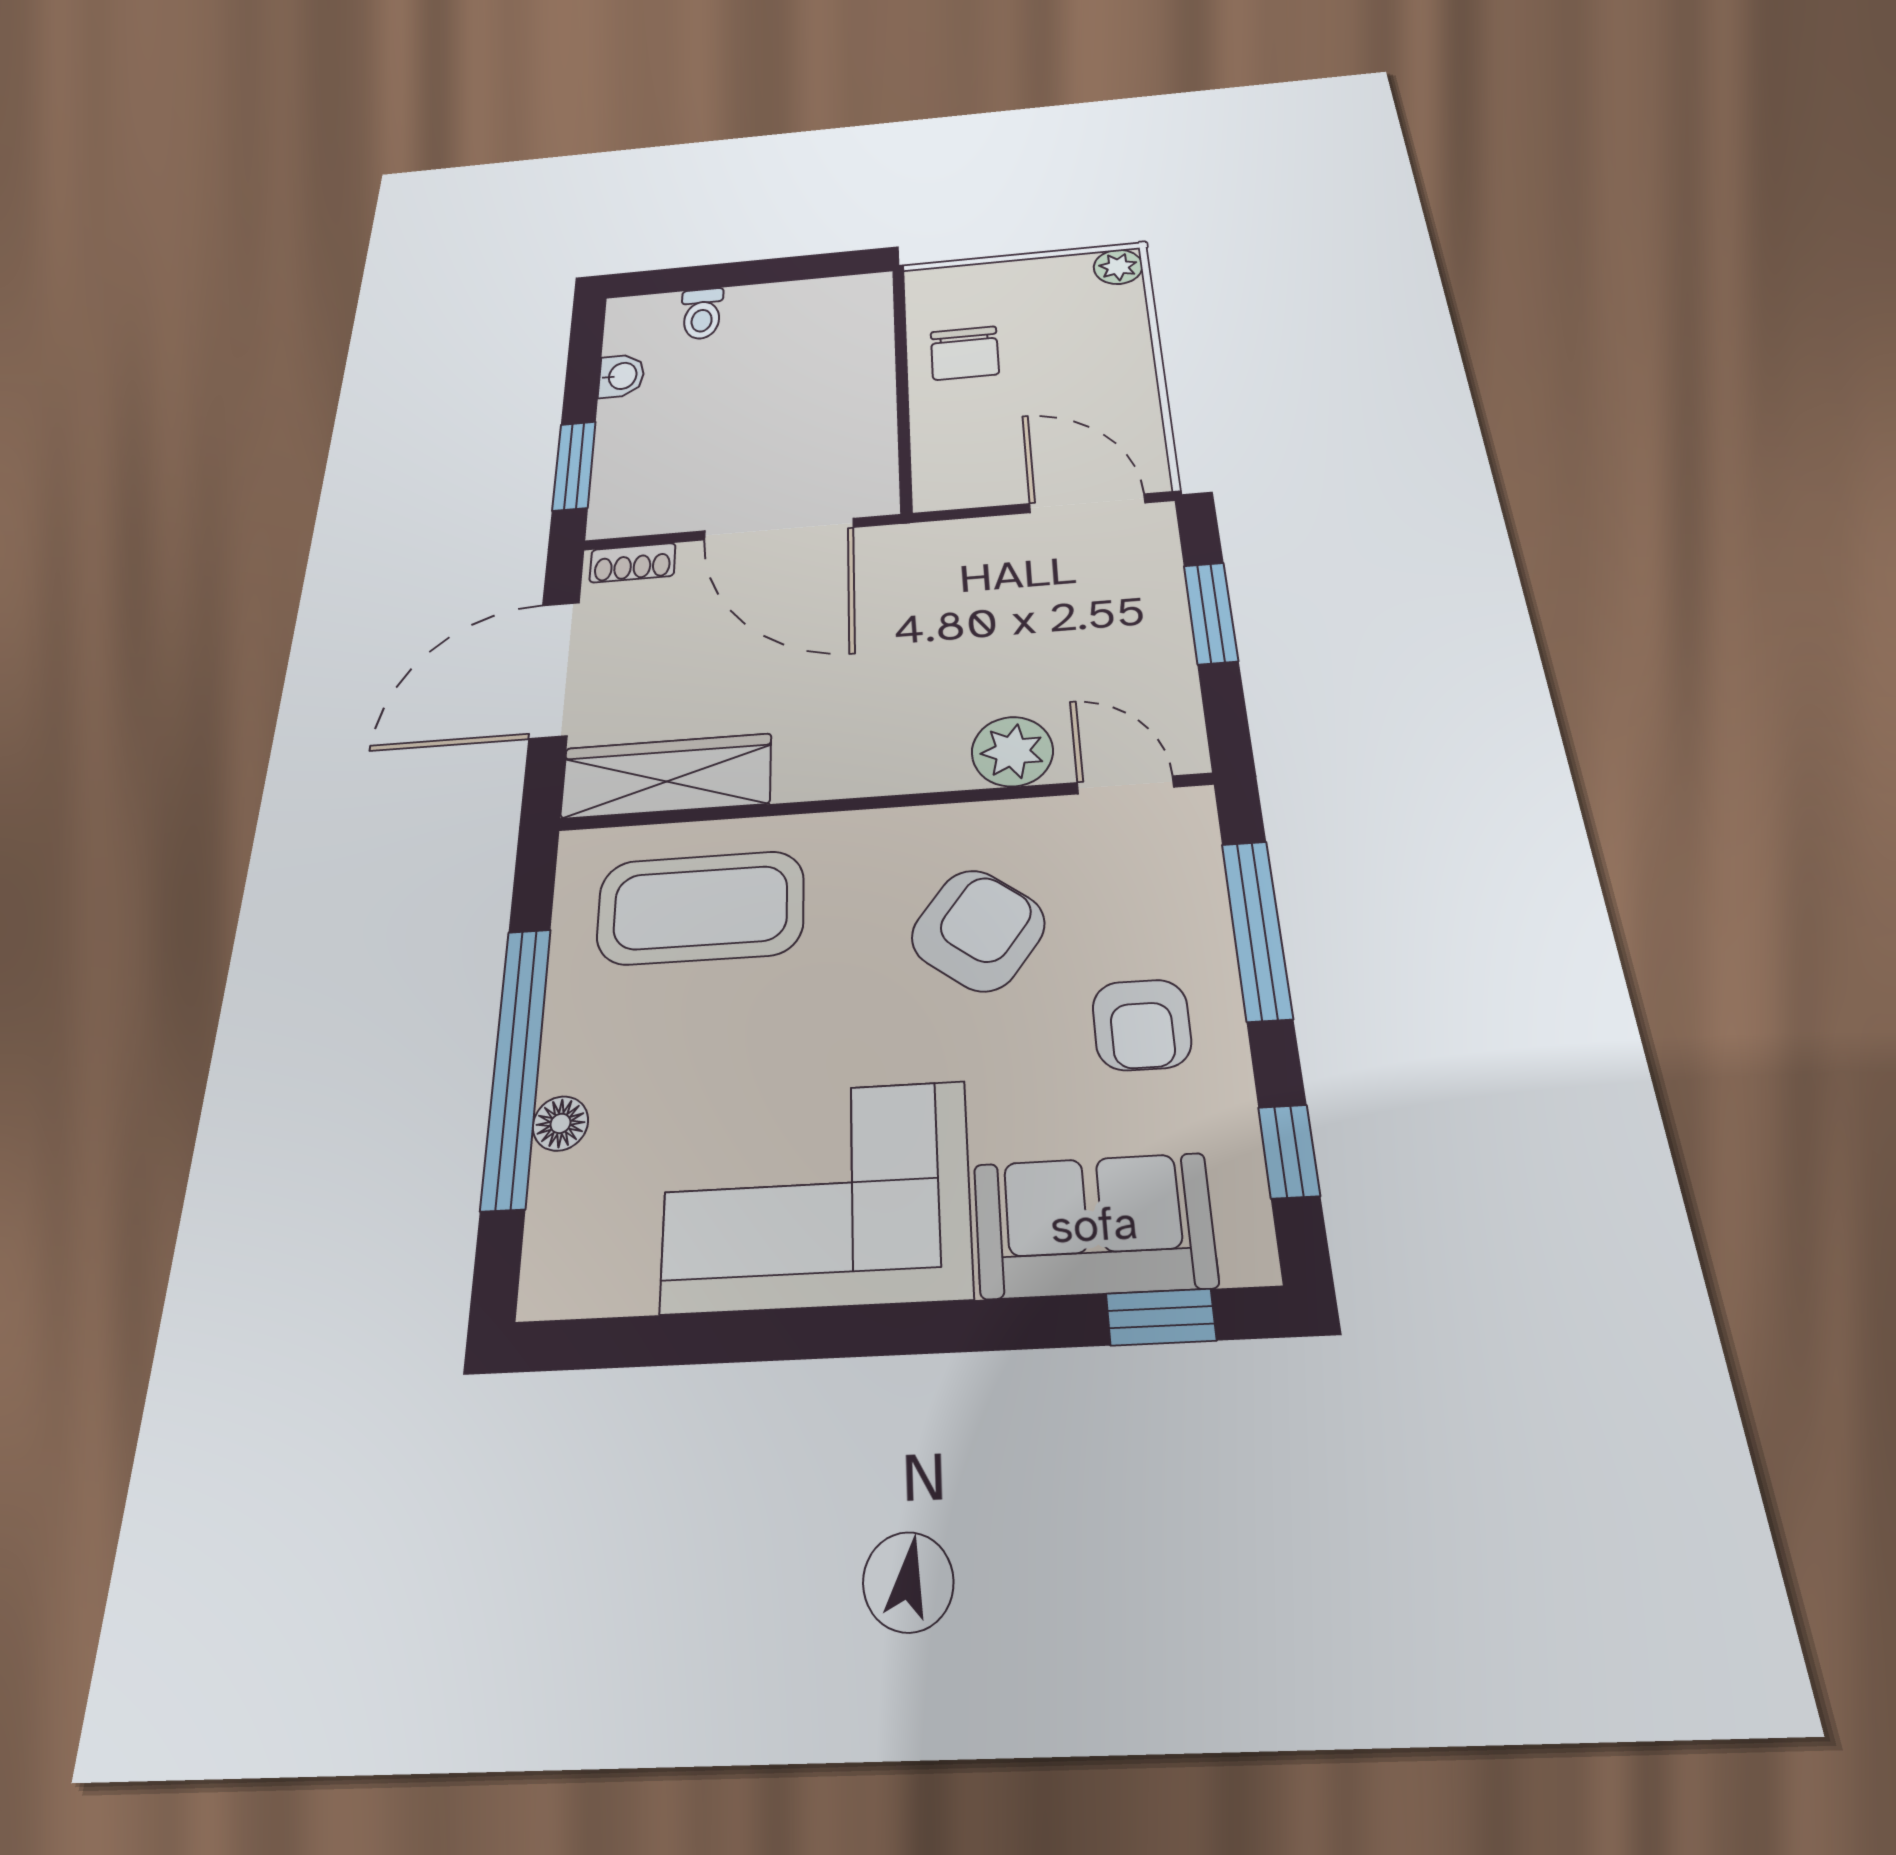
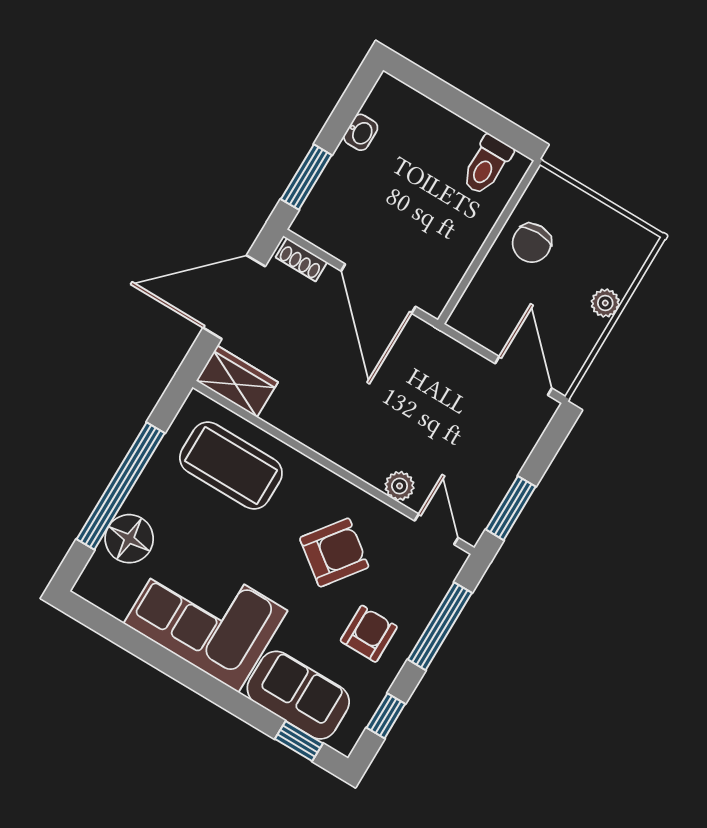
plant: (1118, 267) -> (605, 303), moved
toilet: (702, 314) -> (487, 165), moved, width x1.37, depth x1.39
window: (1211, 613) -> (511, 508), moved
plant: (1012, 751) -> (400, 486), width x0.73, depth x0.73
wardrobe: (666, 776) -> (237, 381), width x0.67
armchair: (1142, 1025) -> (369, 634), turned 180
floor lamp: (560, 1123) -> (129, 539), width x1.89, depth x1.89

